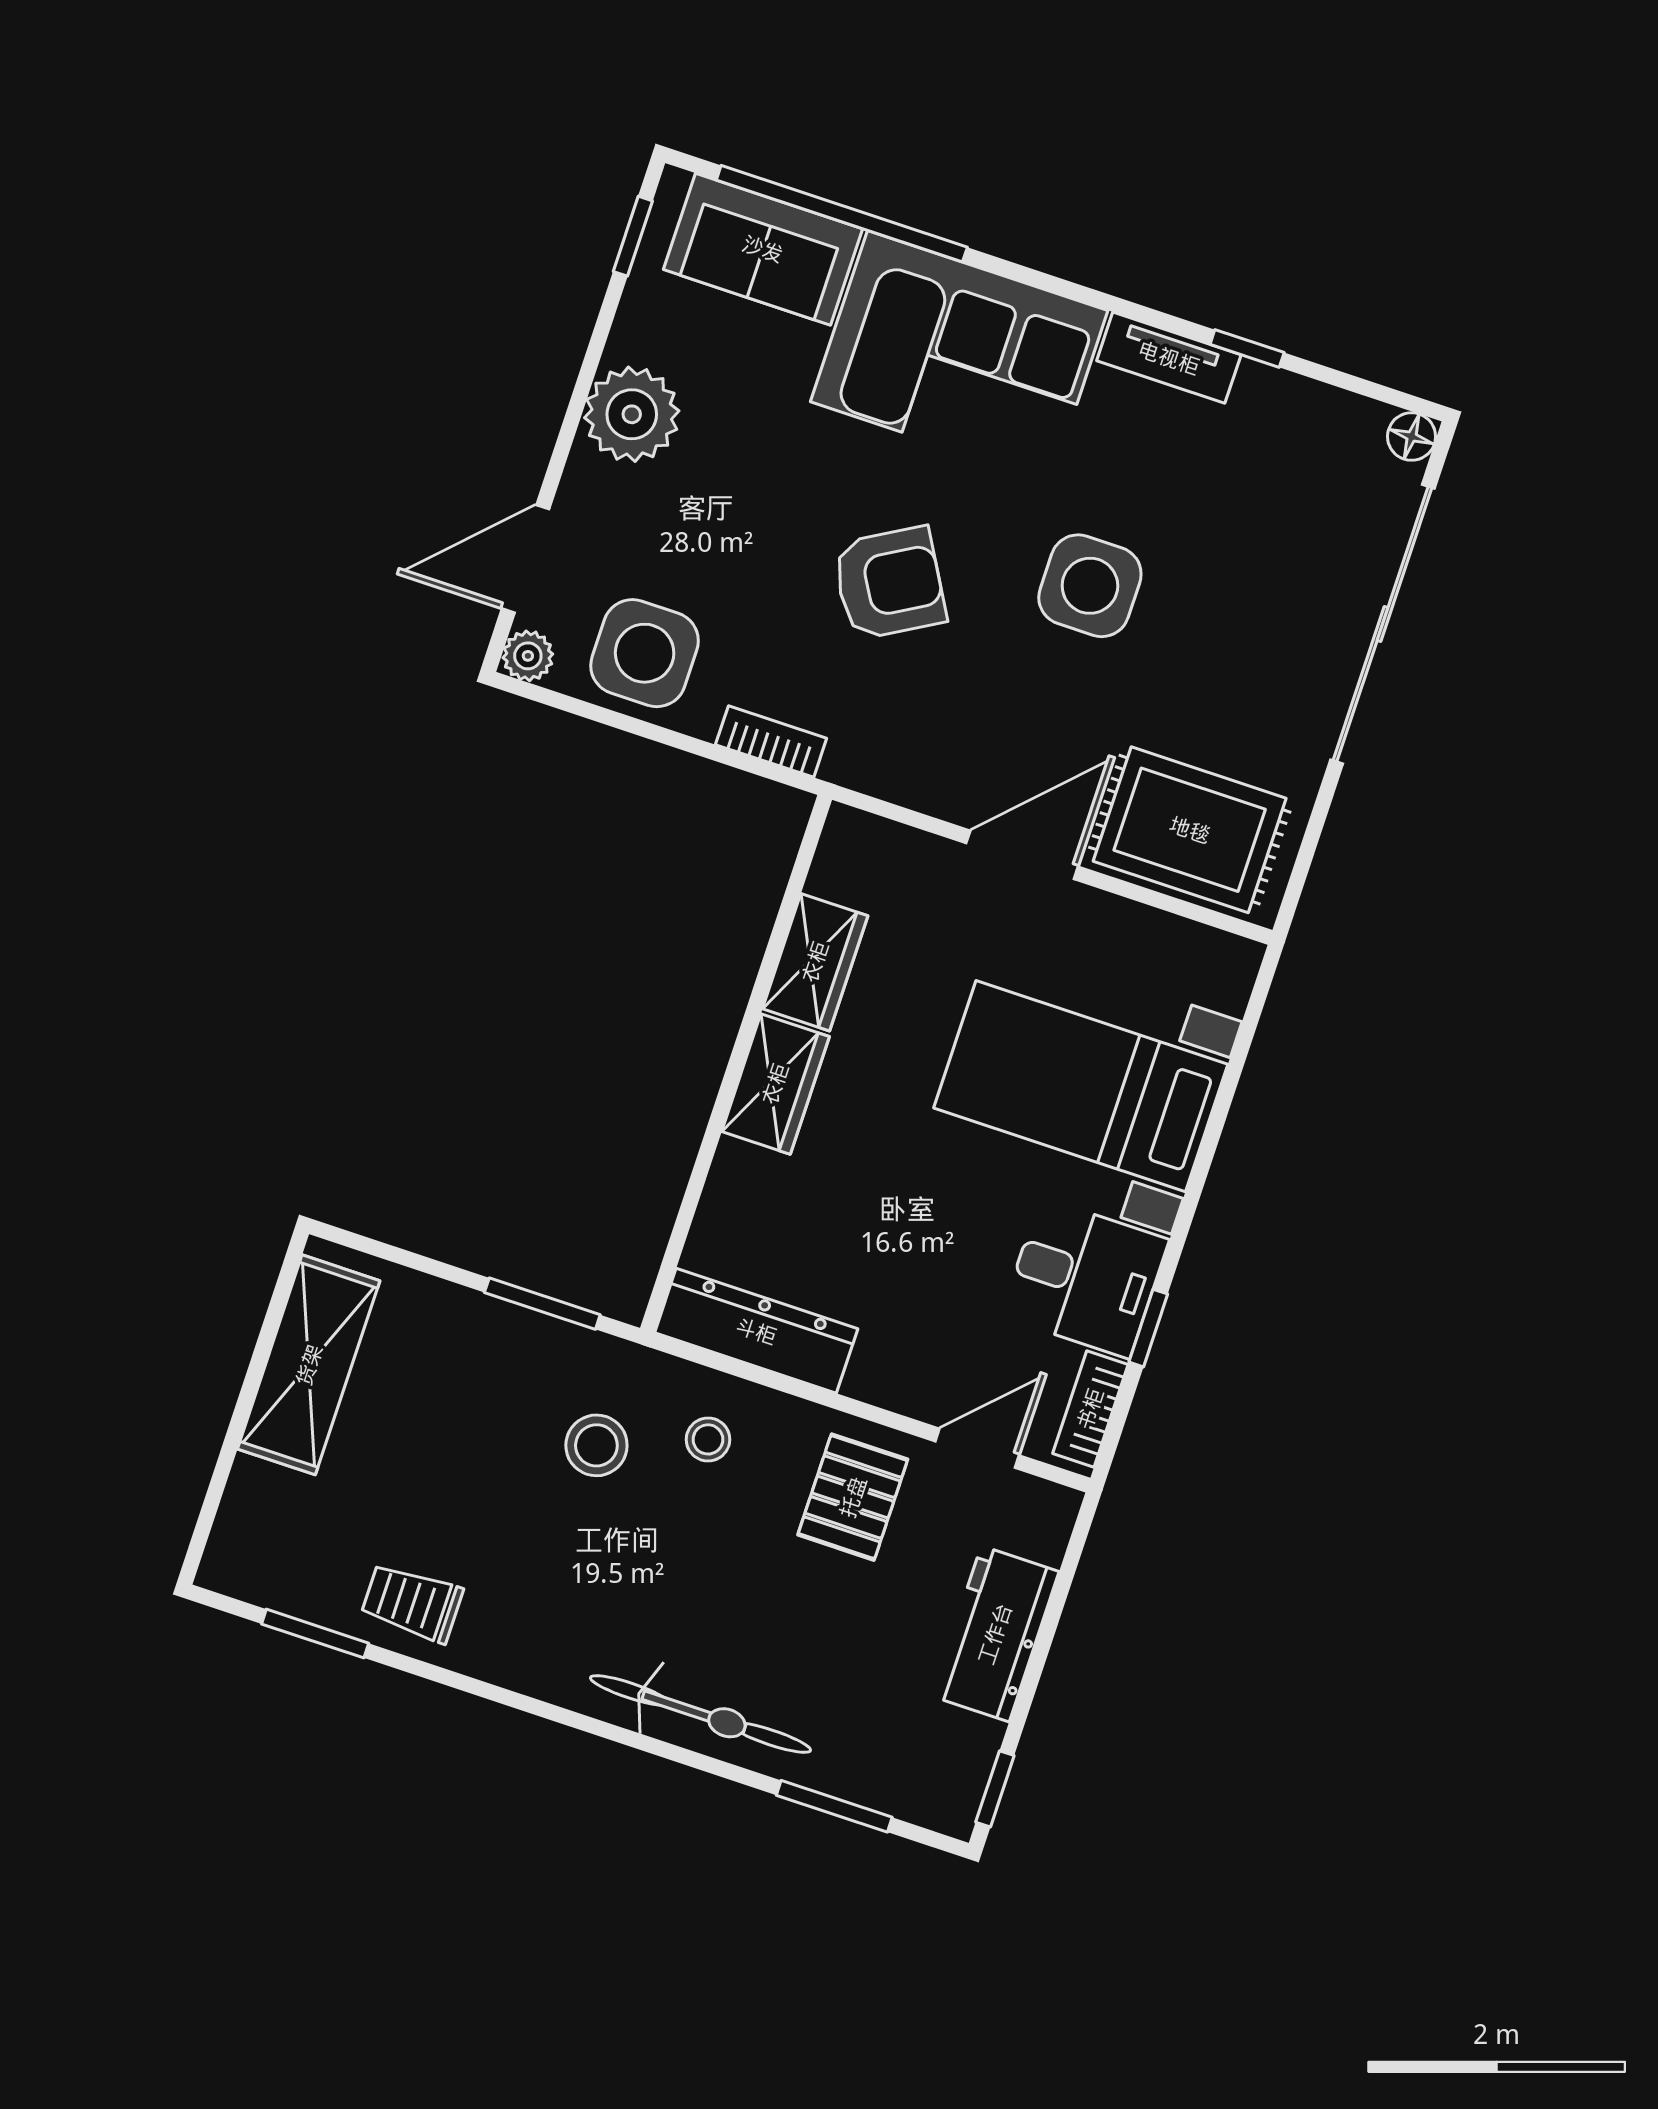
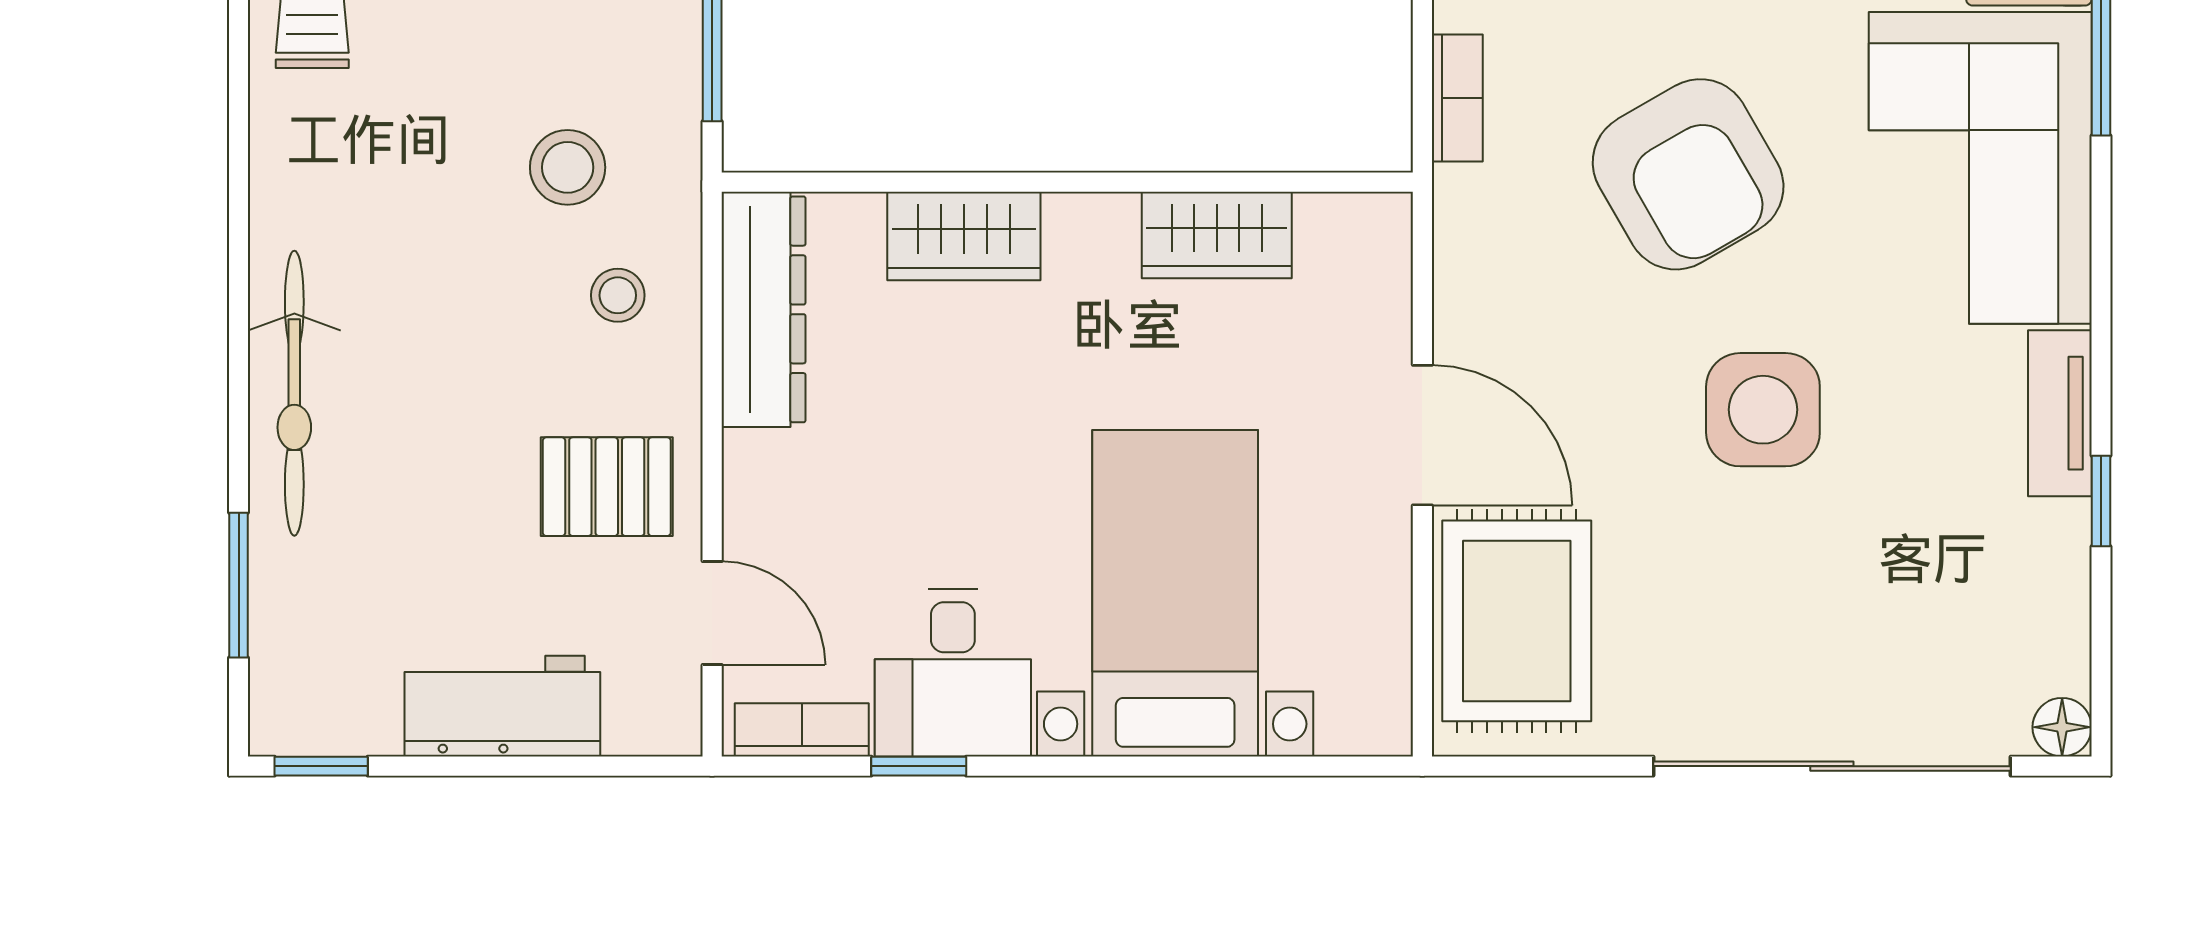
armchair: (889, 583) -> (1688, 174), width x1.36, depth x1.36
wardrobe: (775, 1084) -> (964, 236), moved

